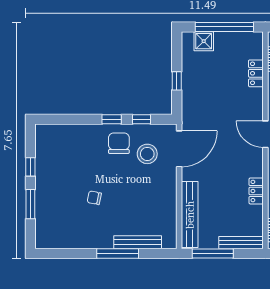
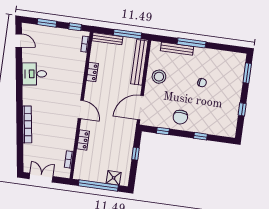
locker: (256, 73) -> (83, 140), moved
window: (112, 119) -> (201, 136), moved
stool: (147, 154) -> (159, 77), moved
window: (30, 204) -> (247, 73), moved

